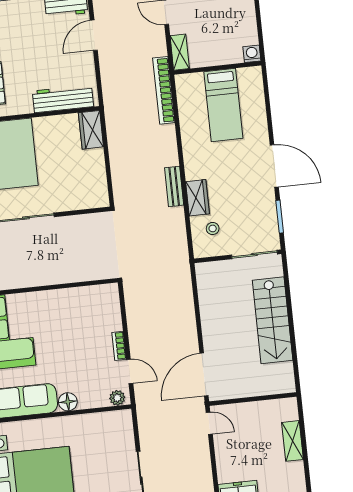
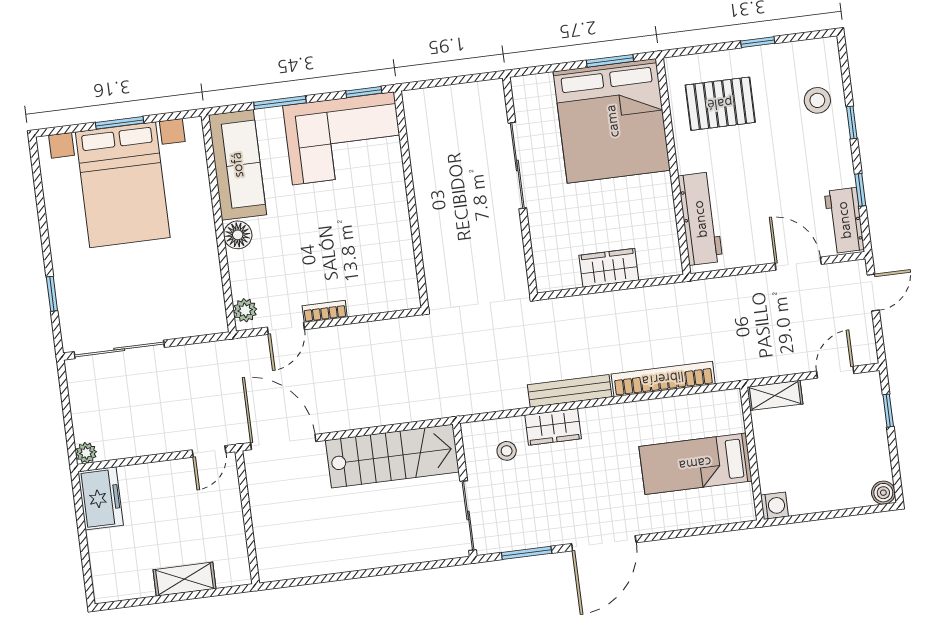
bookcase: (164, 90) -> (663, 379), moved
wardrobe: (91, 130) -> (609, 268), moved
bench: (174, 186) -> (570, 391), width x1.36
stairs: (273, 320) -> (392, 456), moved, turned 180

